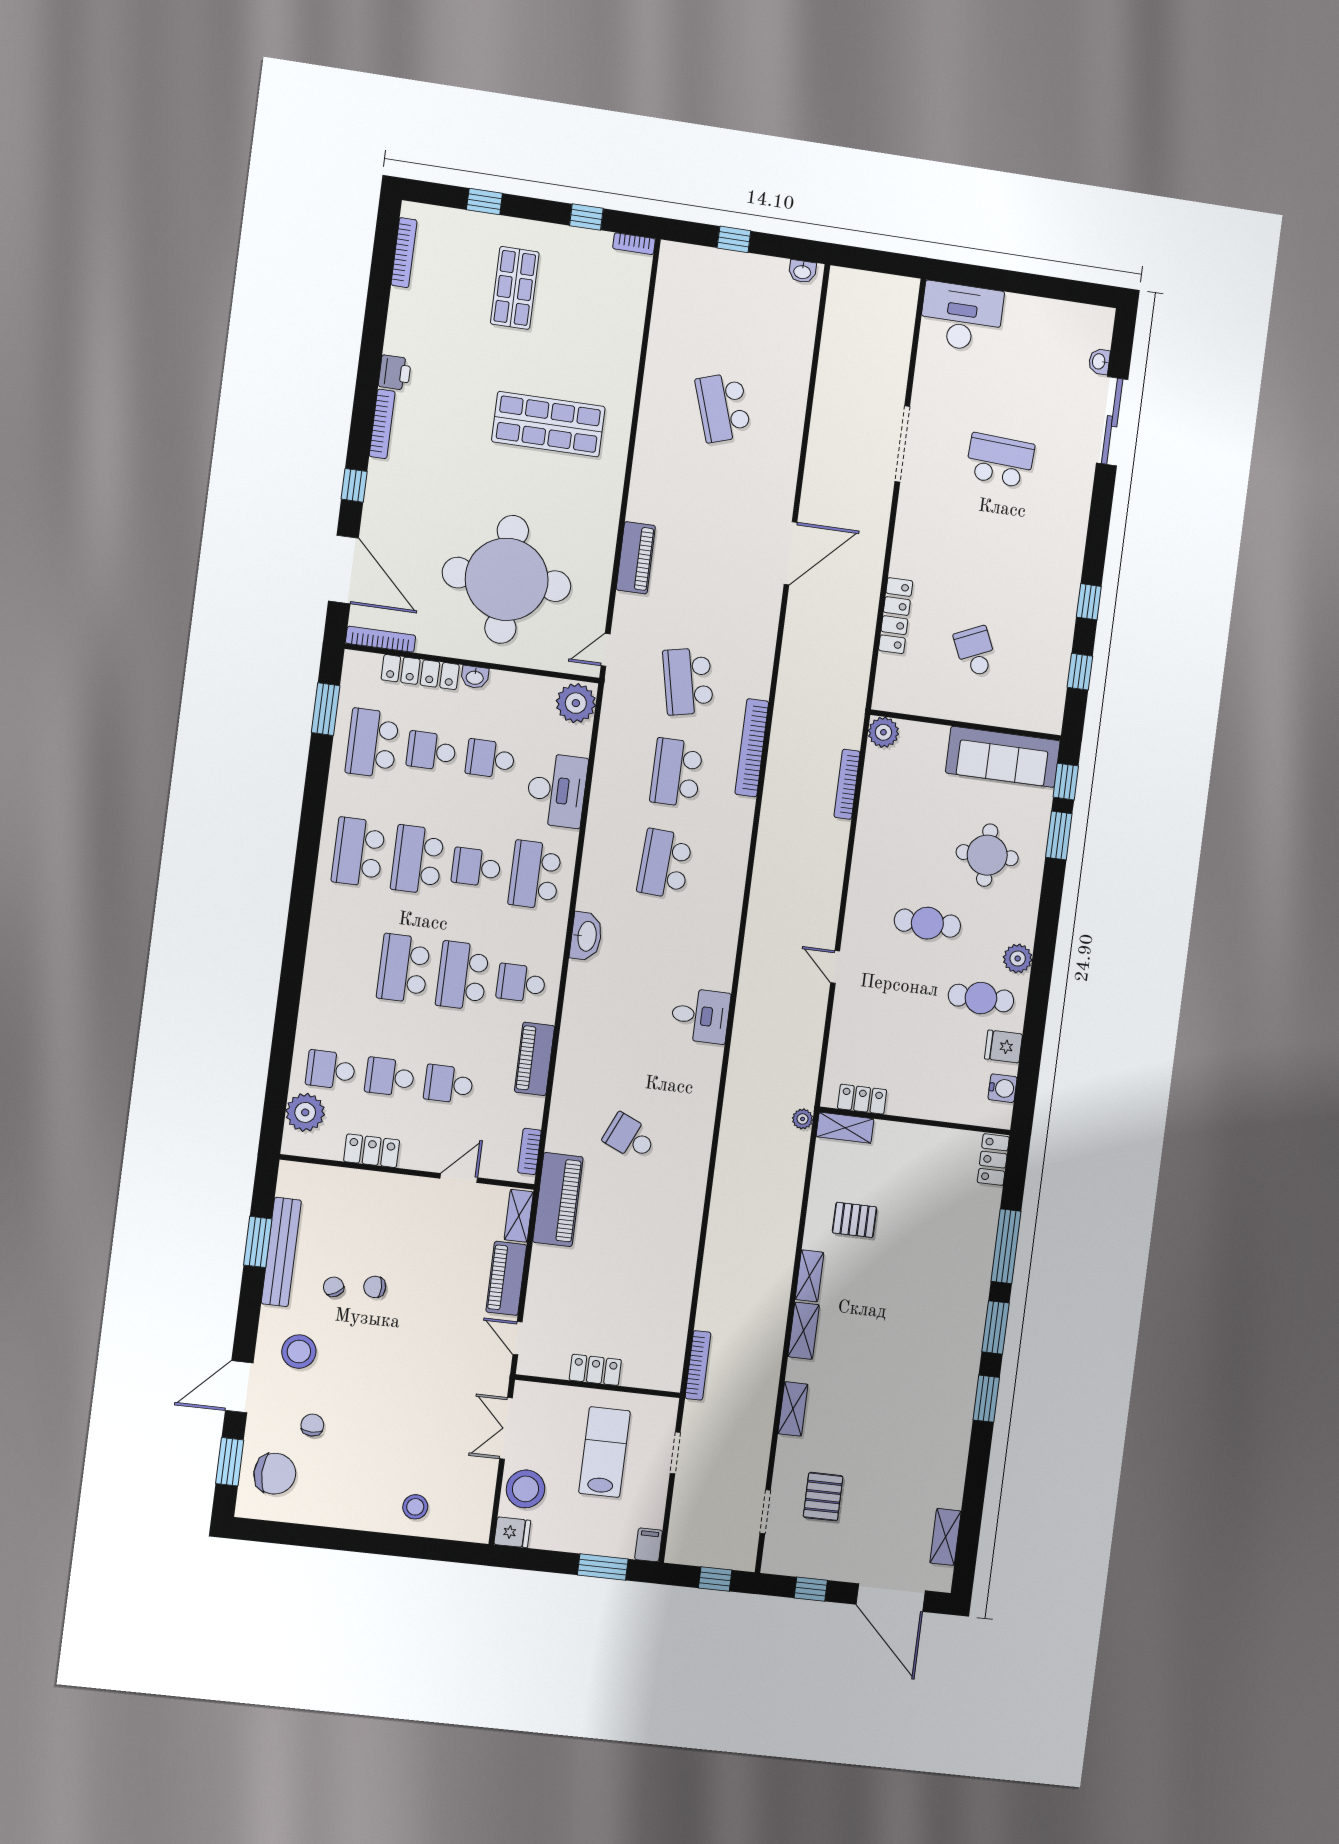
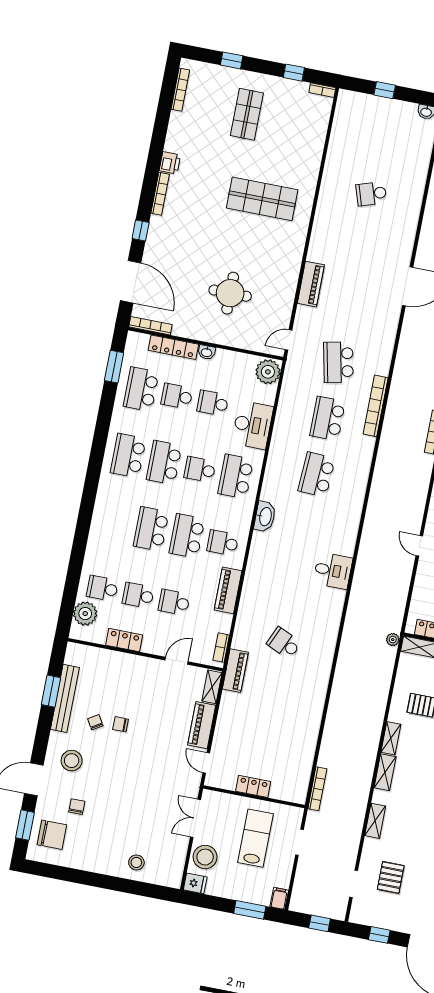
school desk: (723, 407) -> (371, 194), width x0.54
round table: (507, 579) -> (230, 293), width x0.54, depth x0.54
piano: (558, 1200) -> (235, 671), width x0.73, depth x0.75

